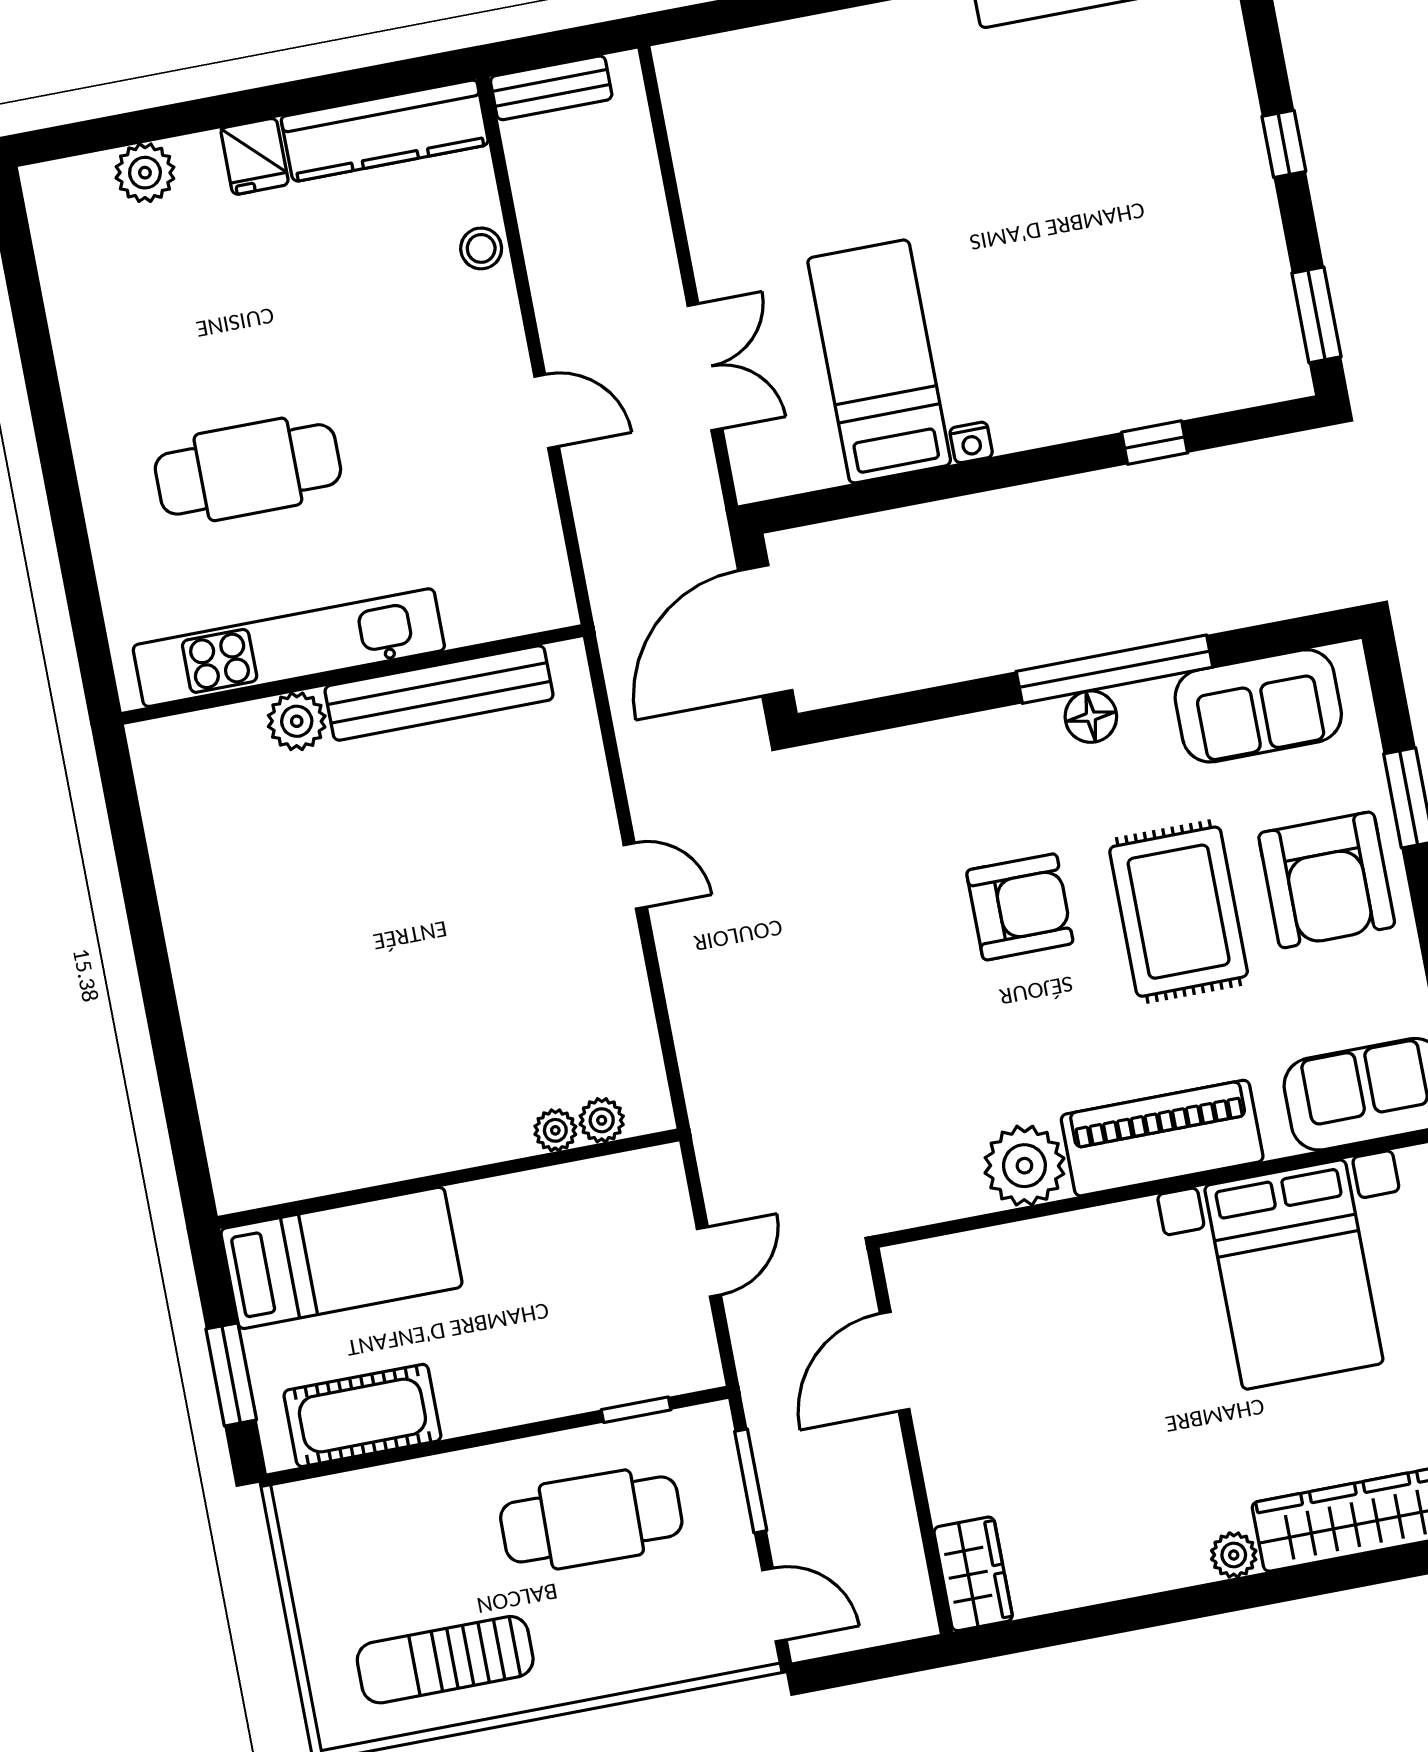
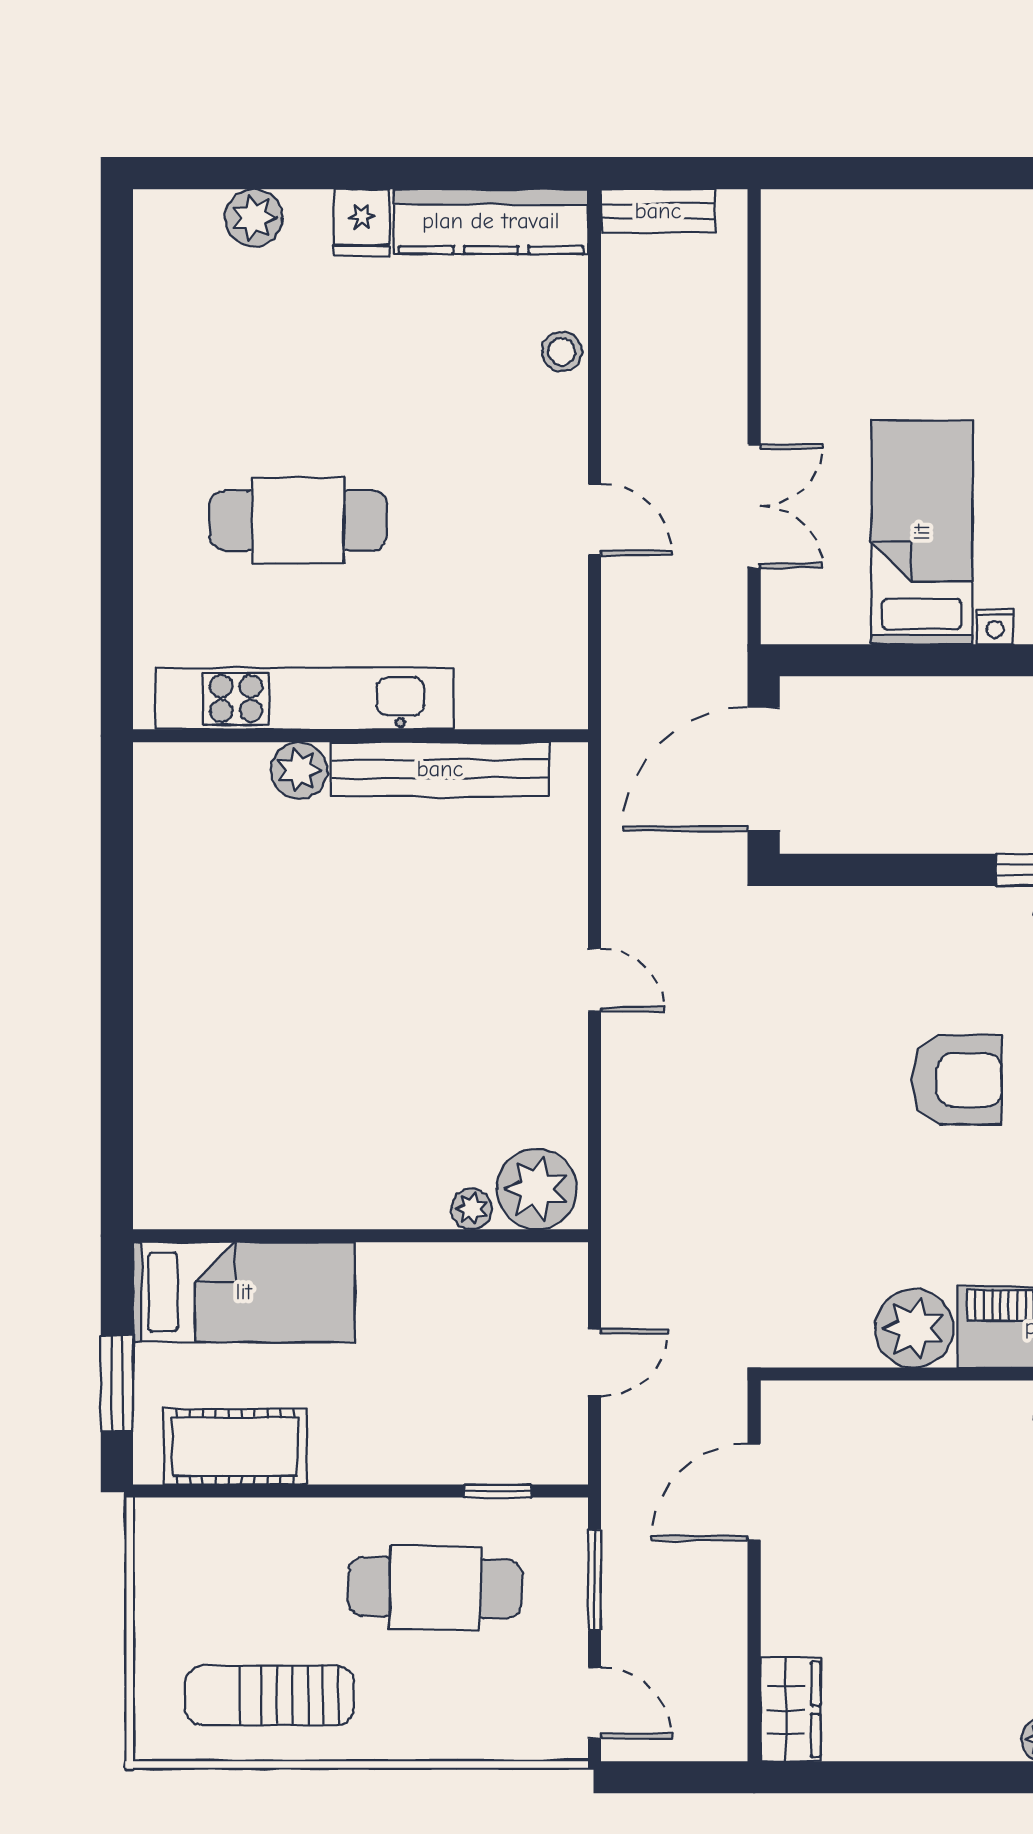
plant: (602, 1120) -> (537, 1189), width x1.88, depth x1.88

